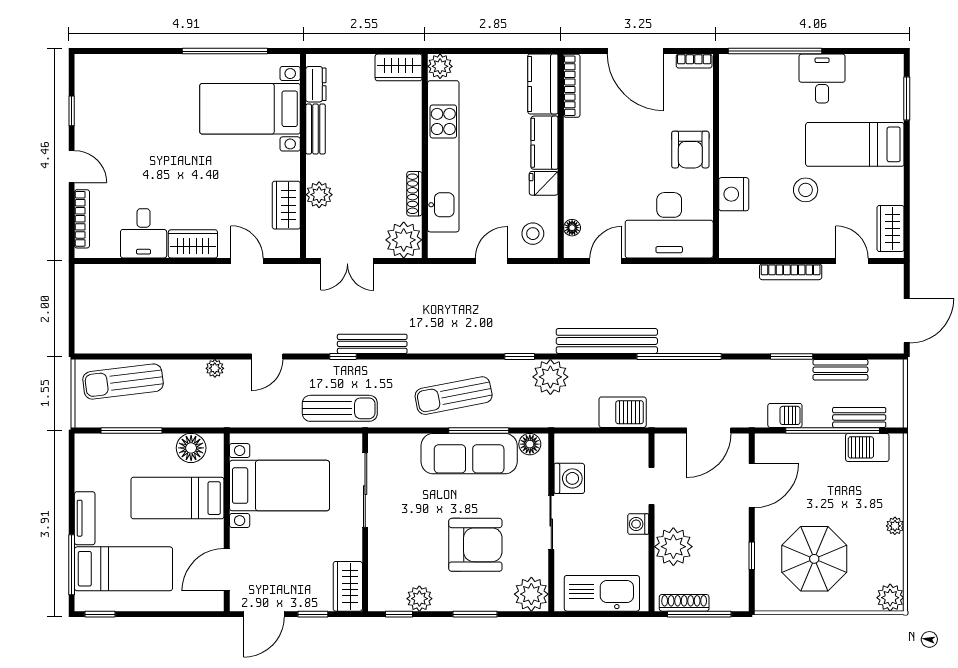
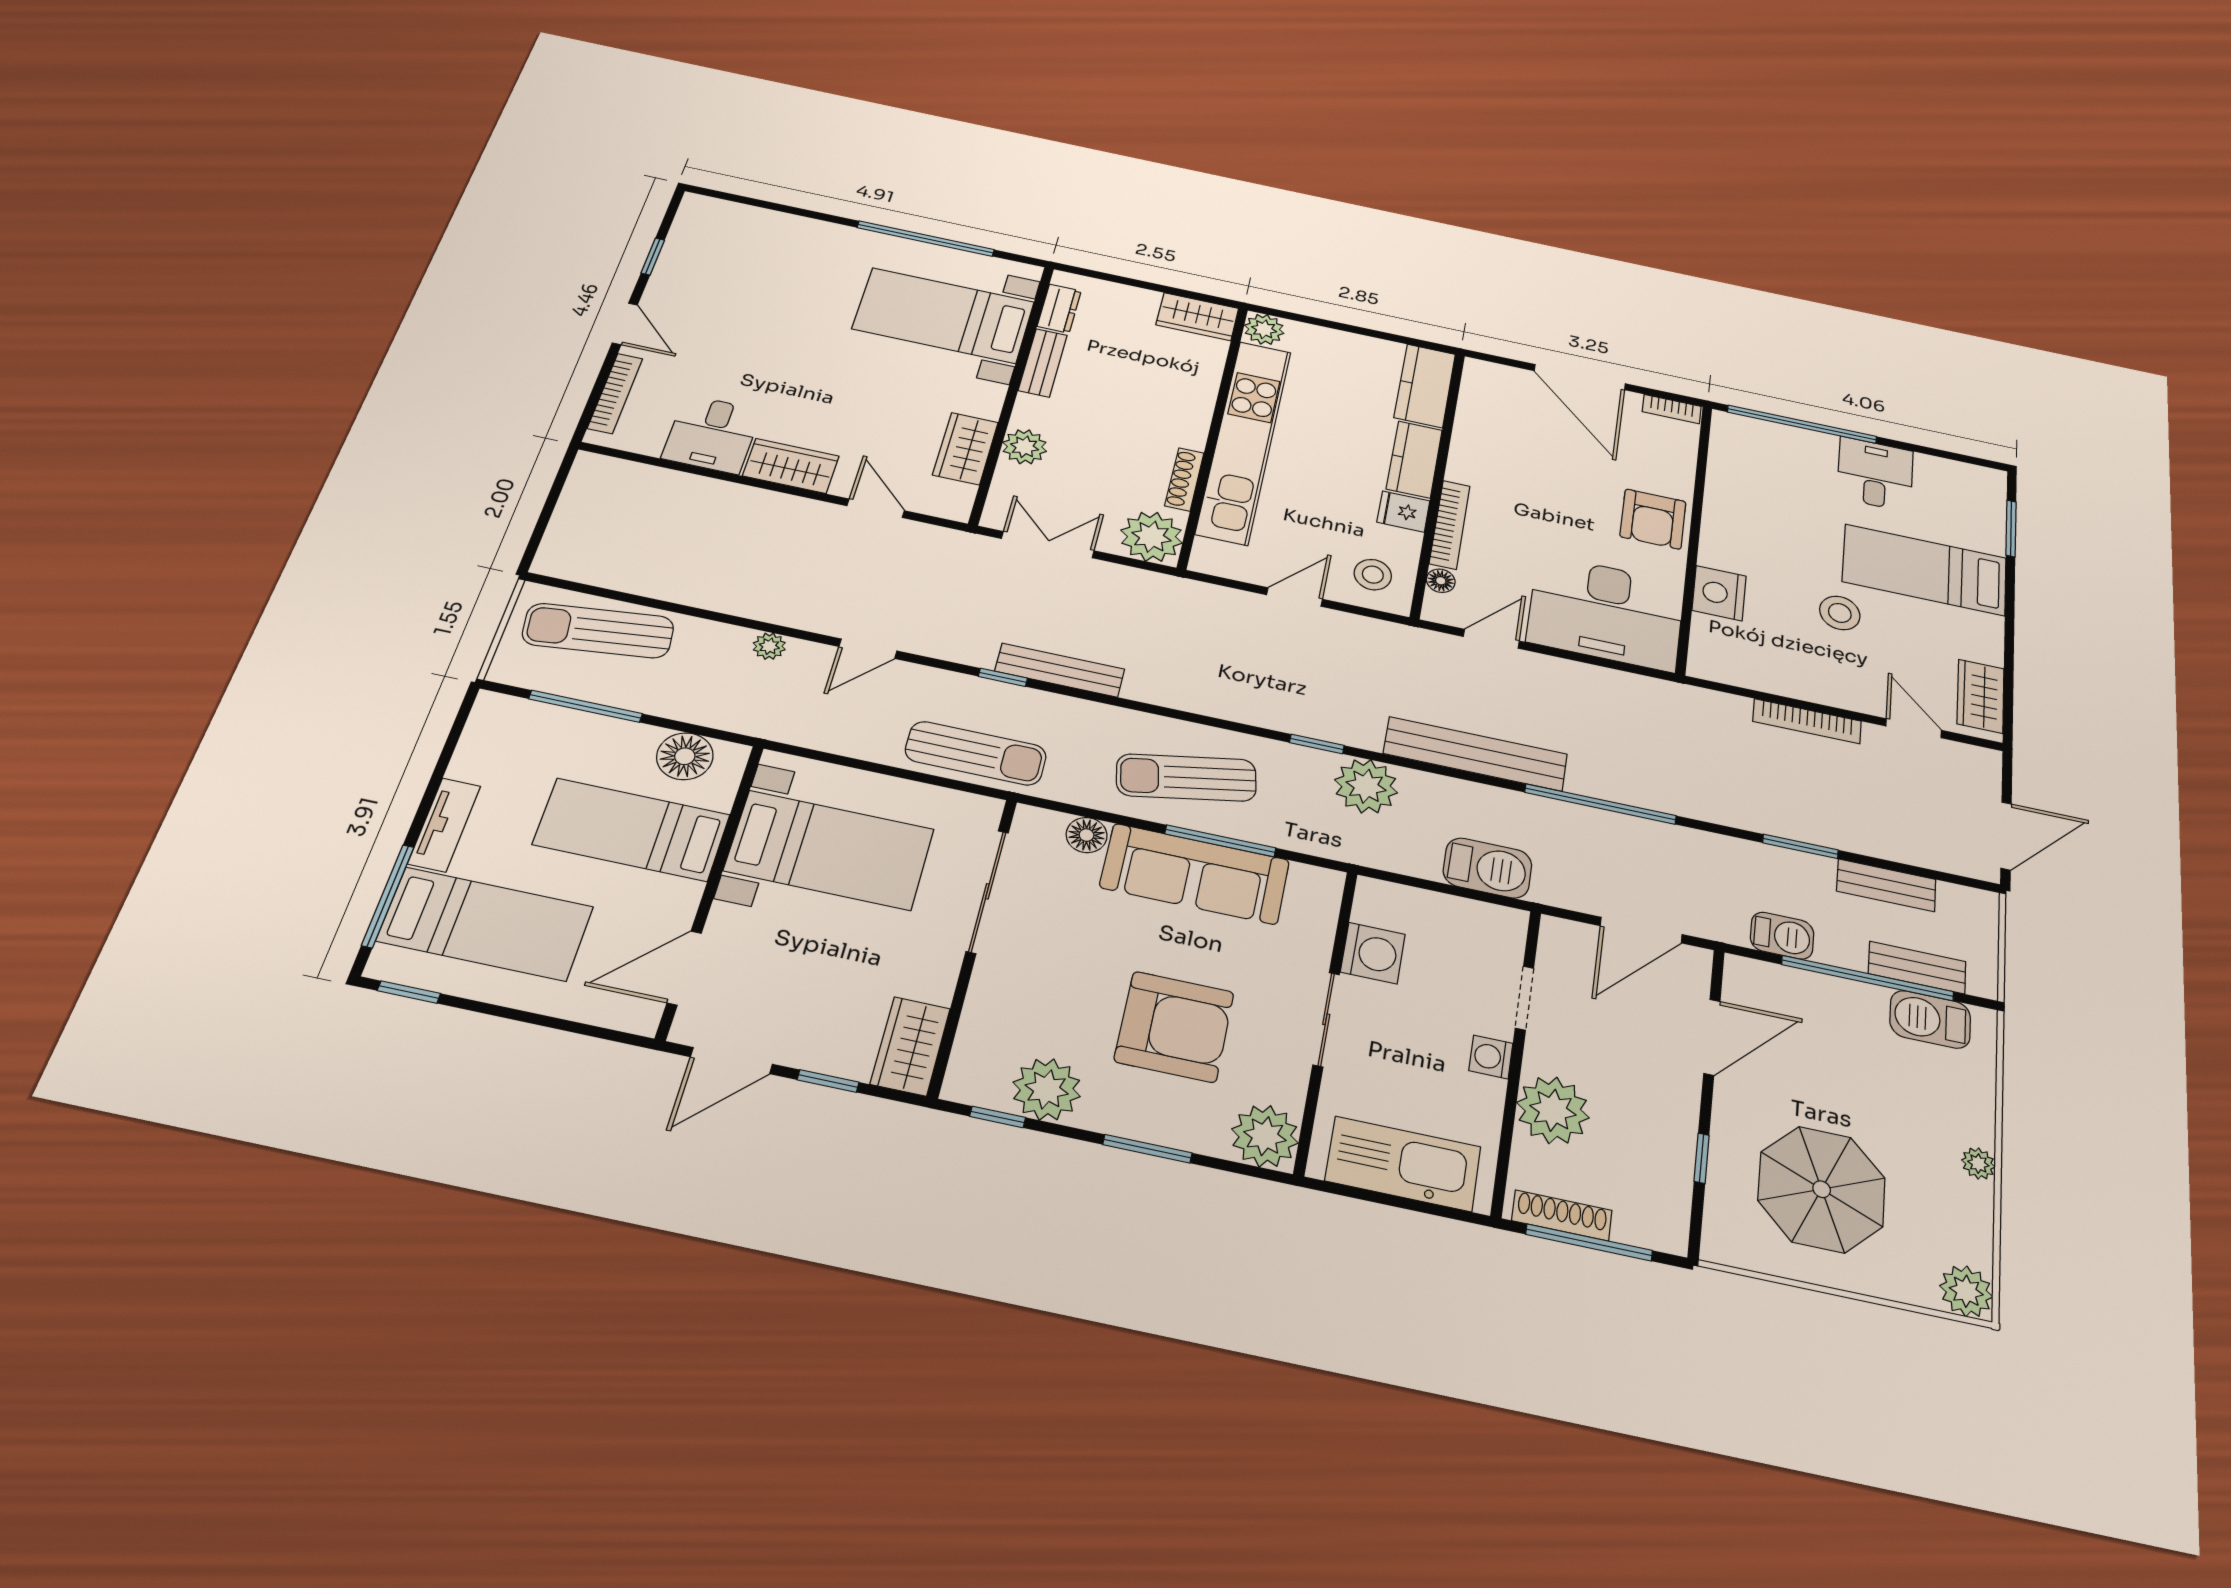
bookcase: (572, 86) -> (1450, 525), moved
double door: (347, 261) -> (1048, 545), swing flipped
floor lamp: (530, 444) -> (1087, 835), moved
plant: (419, 599) -> (1047, 1089), width x1.36, depth x1.36

